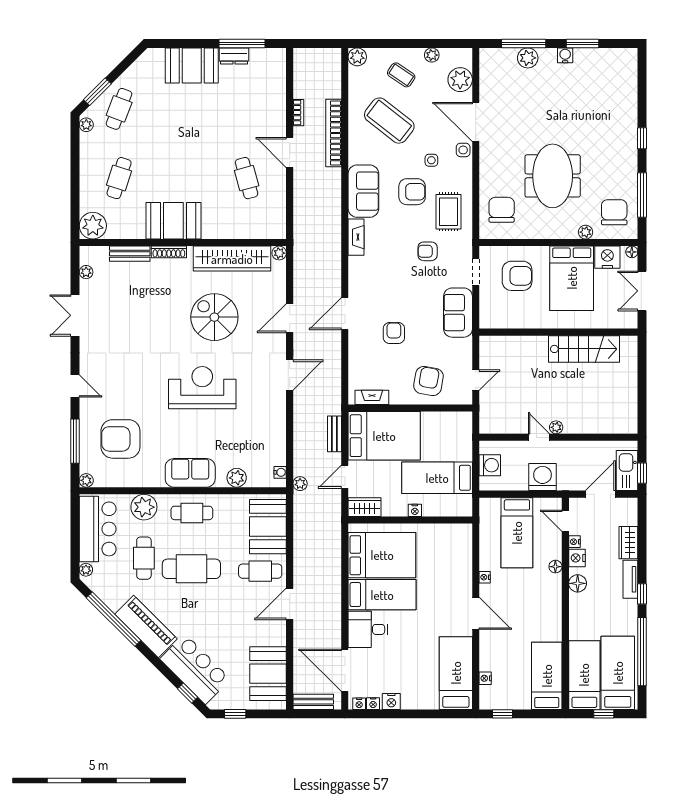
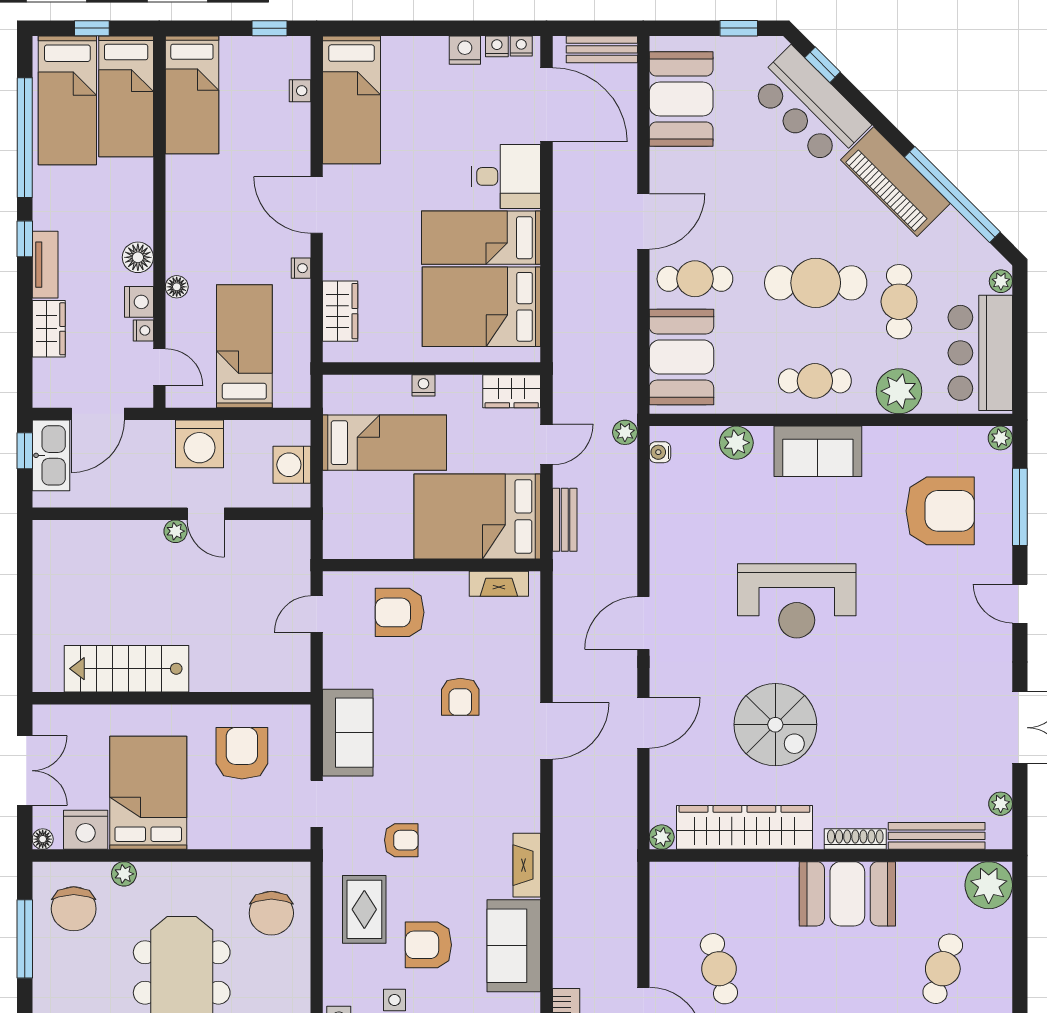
bench: (130, 254) -> (937, 836), width x1.36
armchair: (517, 276) -> (242, 753), moved, turned 90
armchair: (428, 381) -> (400, 612), turned 80
wardrobe: (462, 553) -> (340, 311), added

